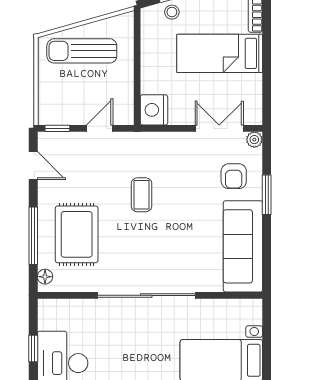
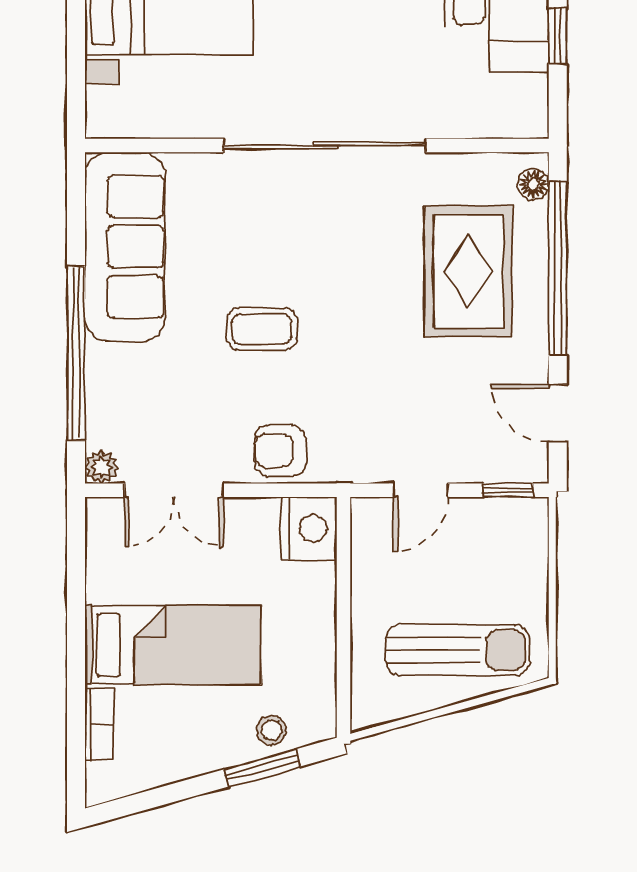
armchair: (234, 176) -> (280, 451), moved, turned -90
coffee table: (141, 195) -> (262, 329), moved, turned 90
window: (267, 195) -> (76, 353), width x2.11
window: (33, 236) -> (558, 269), width x1.46

